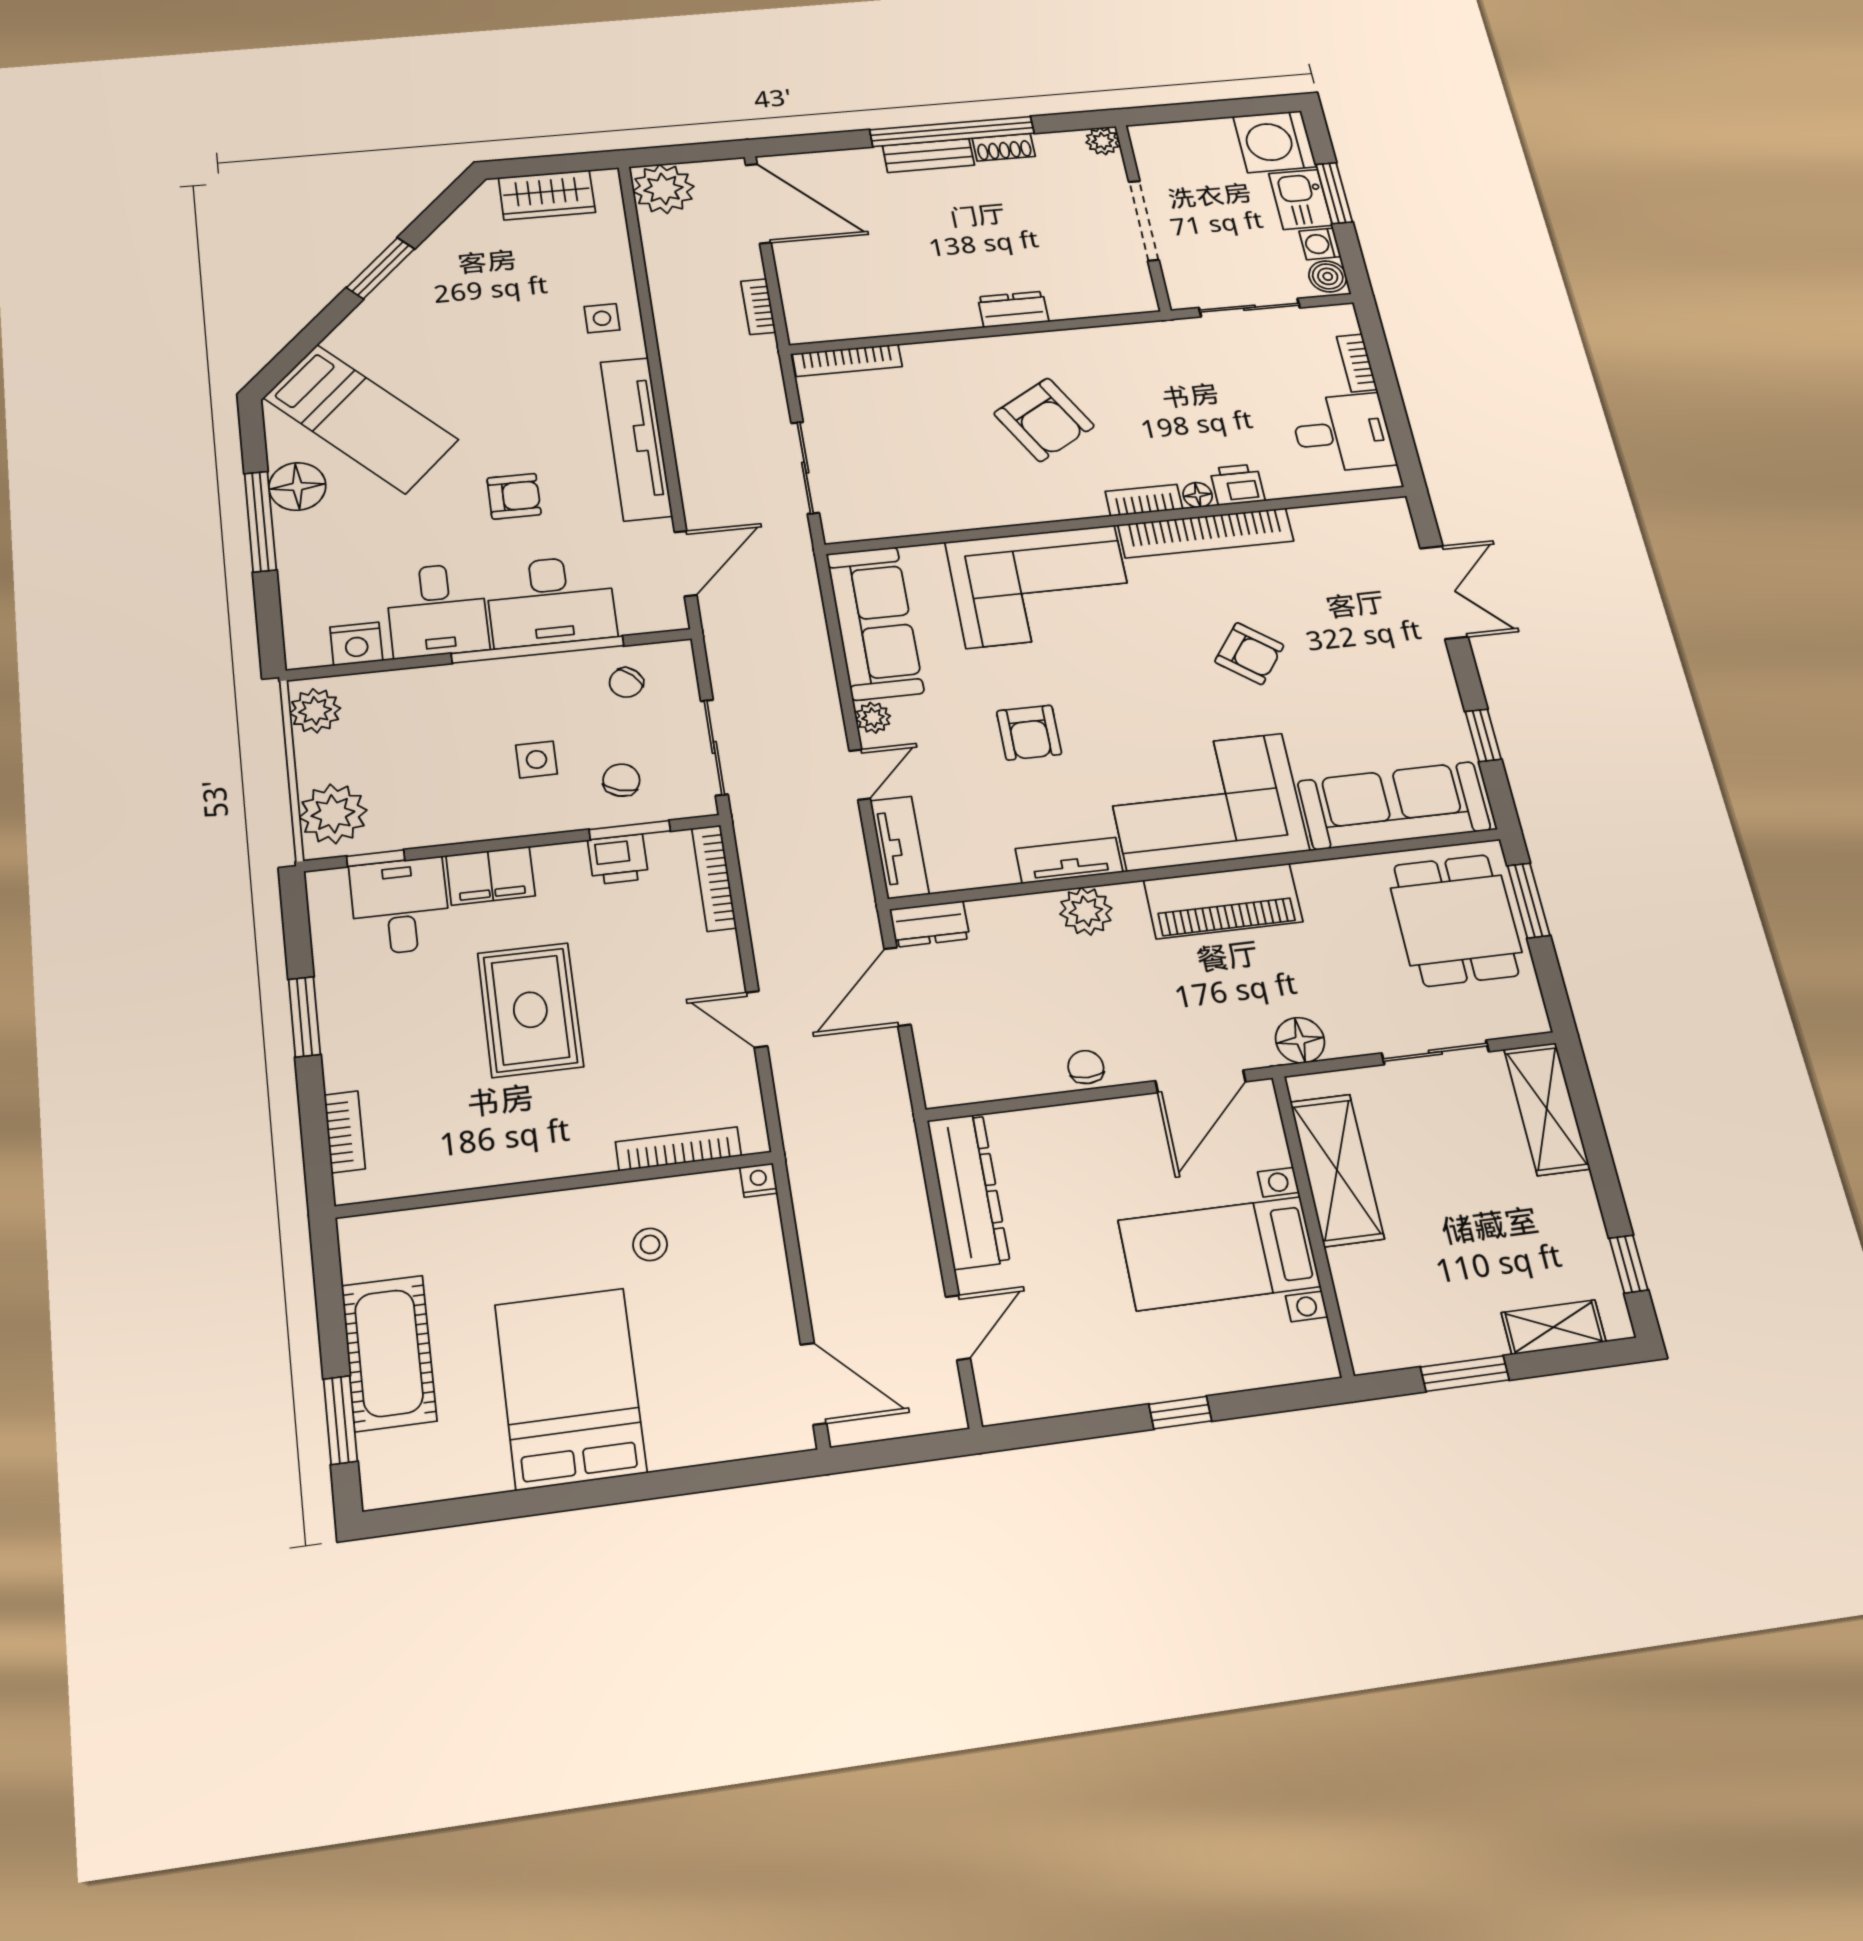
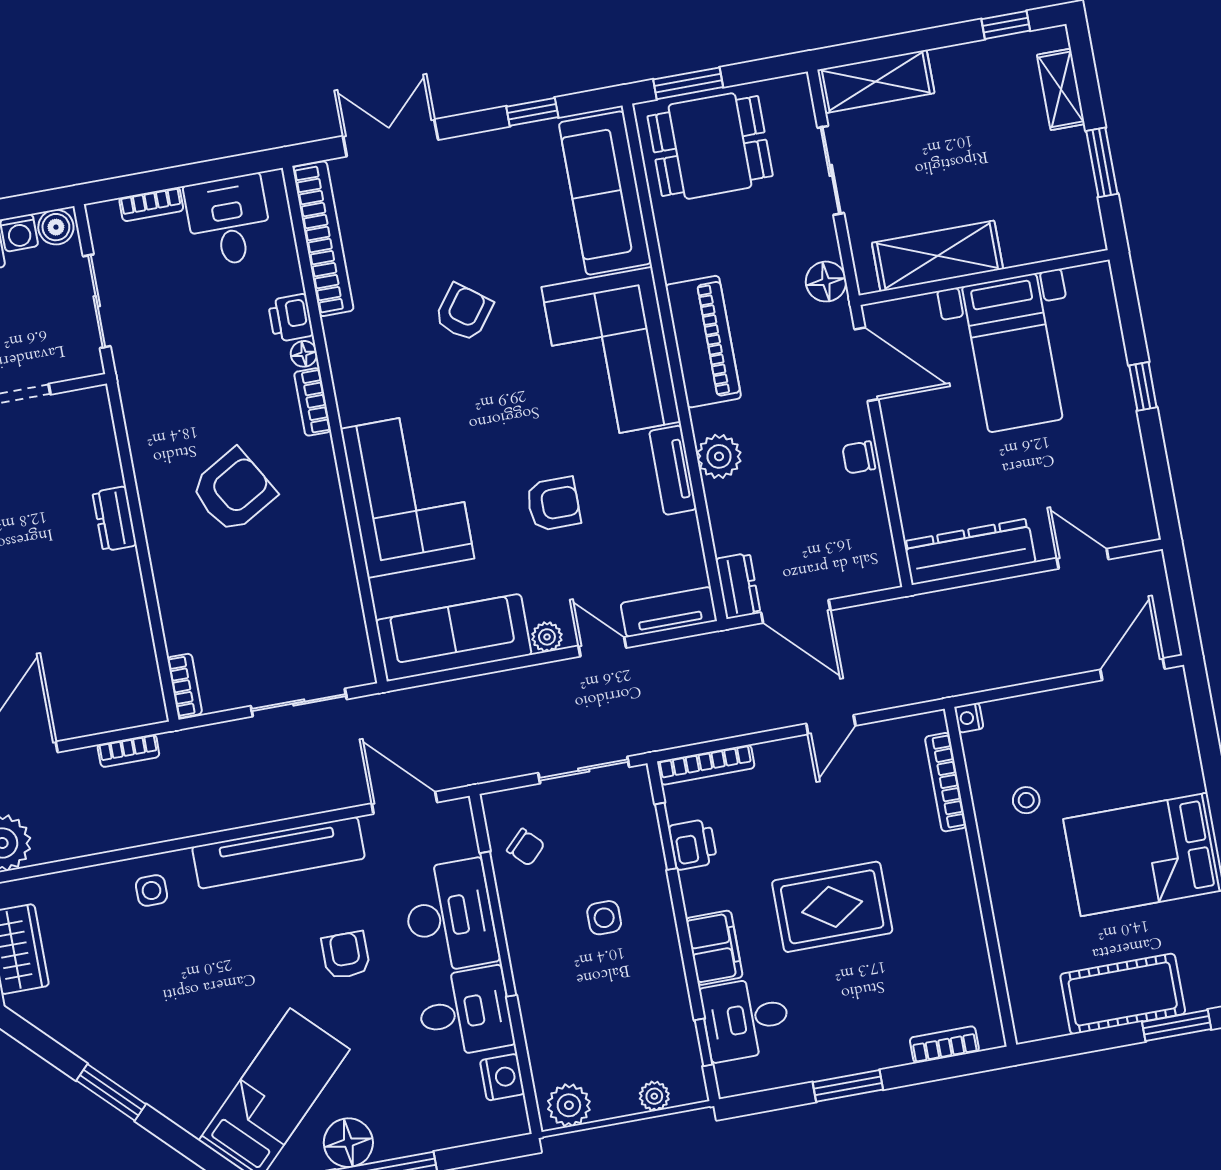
bookcase: (847, 360) -> (185, 686), width x0.64
bookcase: (1206, 533) -> (323, 239), moved
chair: (621, 780) -> (619, 846), removed
plant: (333, 814) -> (654, 1096), width x0.53, depth x0.53

